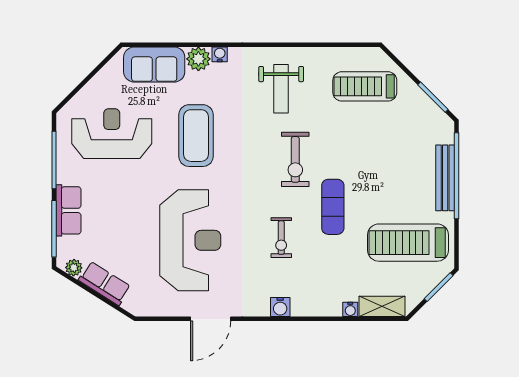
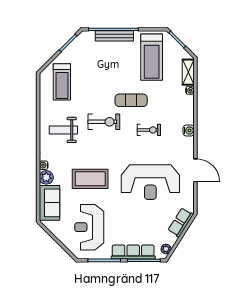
weight bench: (281, 89) -> (63, 130), turned 180
row of seats: (68, 210) -> (133, 252), width x1.48
reception desk: (190, 240) -> (150, 182), turned 180
row of seats: (105, 283) -> (181, 222), moved

